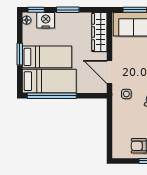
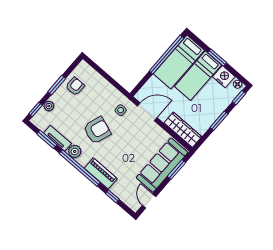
nightstand: (46, 20) -> (224, 77), moved, turned -90

